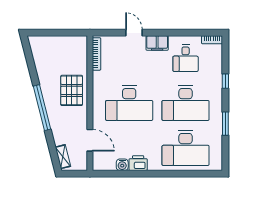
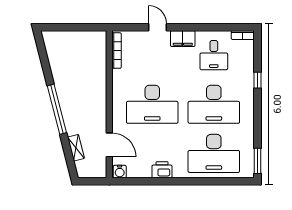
pallet: (72, 90) -> (89, 90), removed
window: (225, 124) -> (257, 161), moved
shelving: (63, 157) -> (76, 148), moved
water cooler: (122, 165) -> (120, 172), moved

